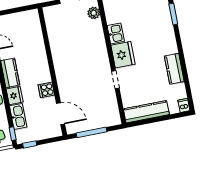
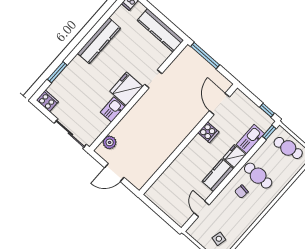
kitchen counter: (174, 69) -> (99, 41), width x1.50
window: (92, 132) -> (205, 56), moved

